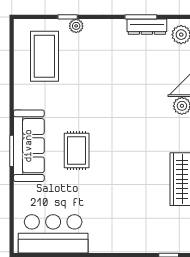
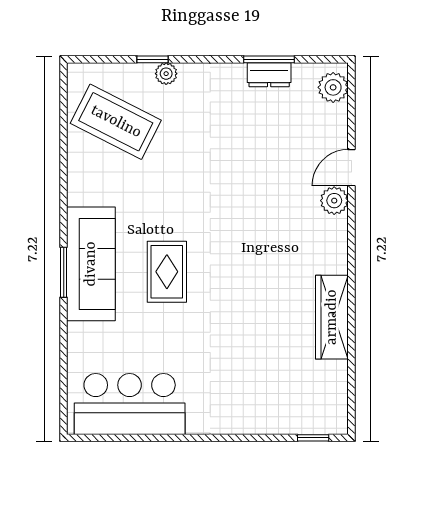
dresser: (147, 27) -> (269, 75), width x0.70
coffee table: (44, 56) -> (116, 122), turned -63

